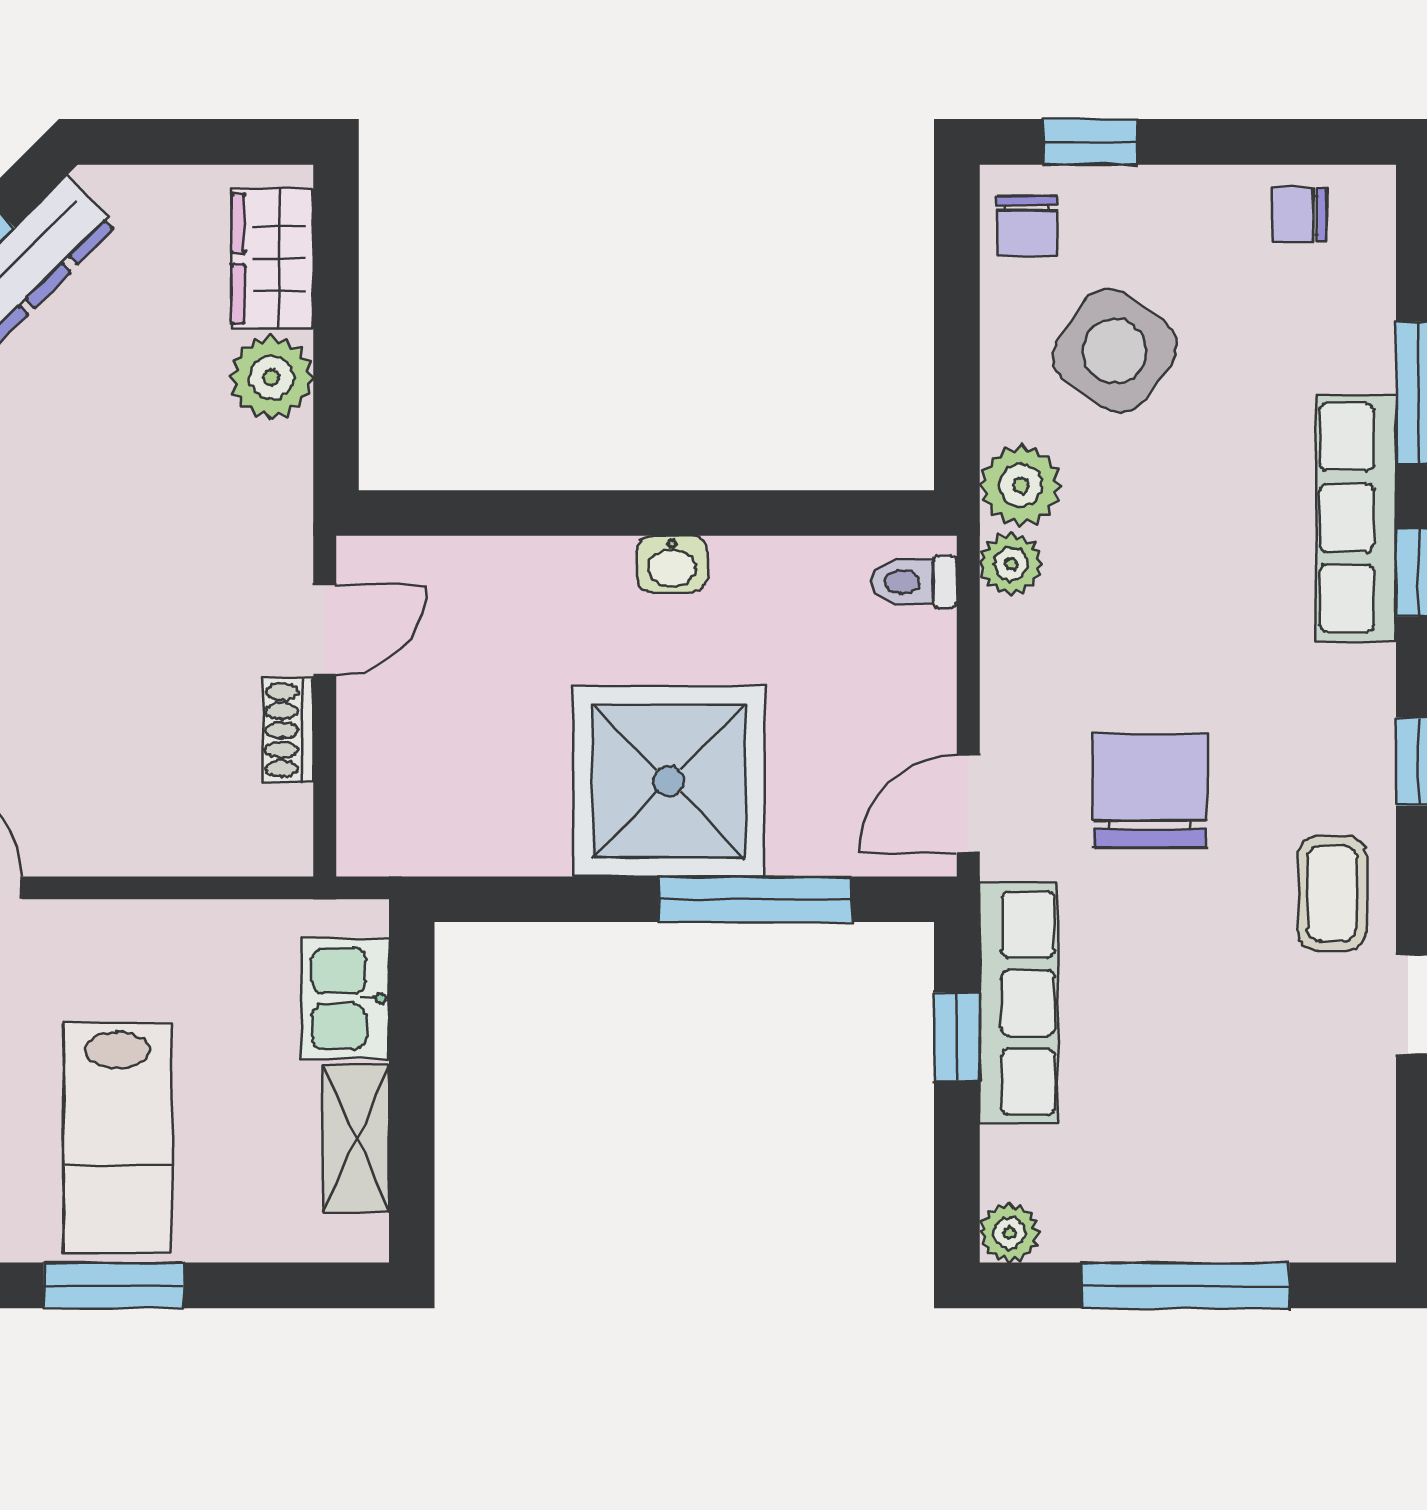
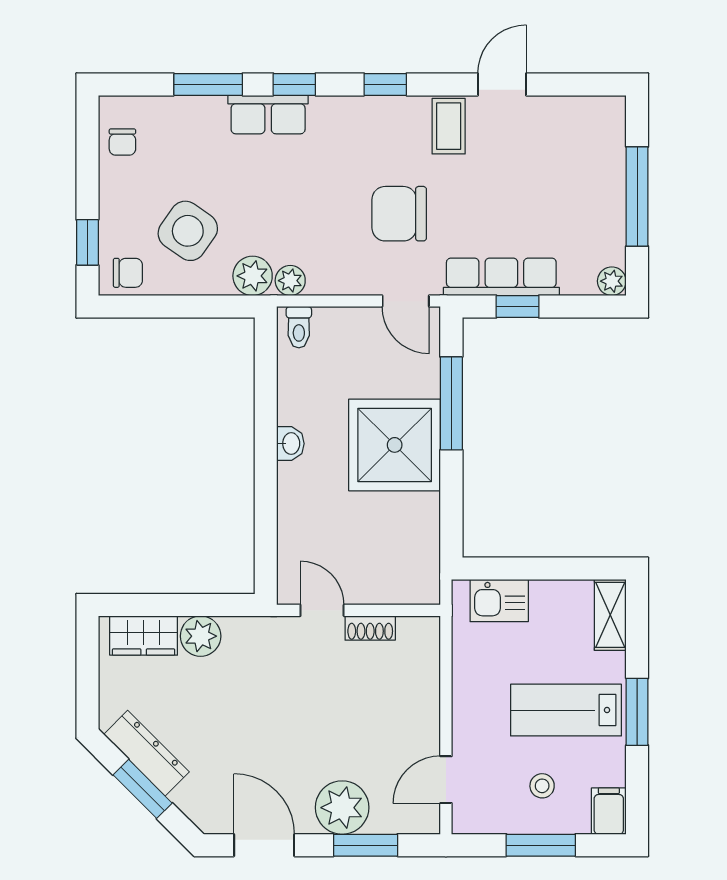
row of seats: (1356, 518) -> (268, 115), width x0.68
coffee table: (1332, 893) -> (449, 126), turned 90
lab bench: (117, 1138) -> (566, 710), turned 180
shelving: (356, 1139) -> (610, 615), moved, turned 90

